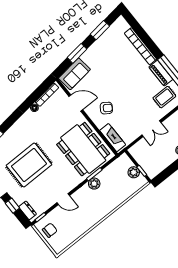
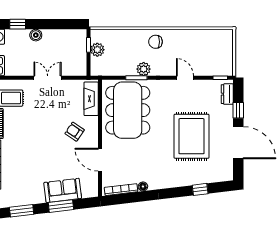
sofa: (74, 74) -> (63, 190), moved
rug: (29, 165) -> (192, 136), turned 90
chair: (50, 230) -> (155, 42), moved

